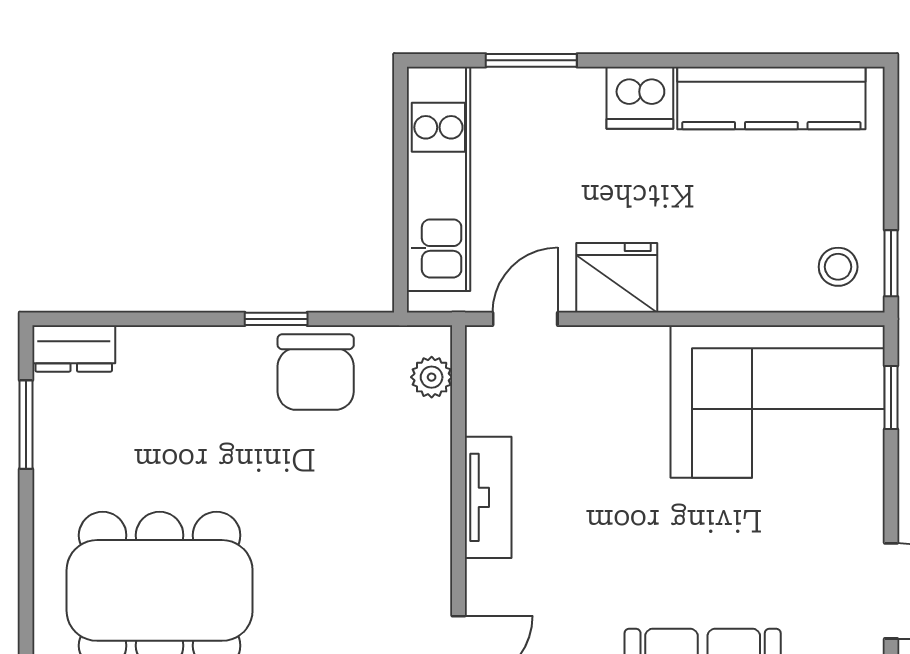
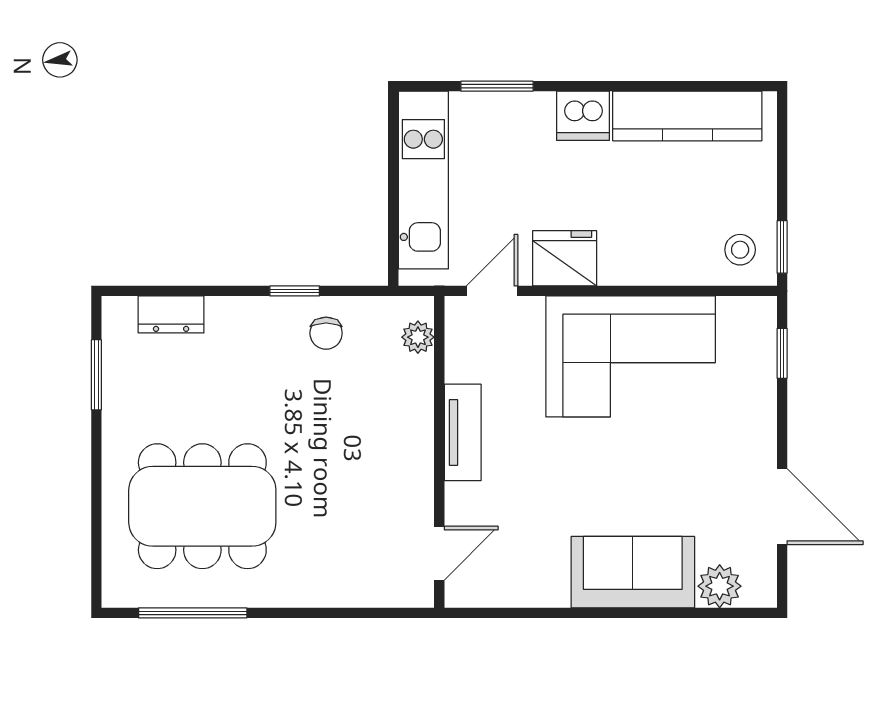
dresser: (74, 348) -> (171, 314), moved
chair: (316, 372) -> (326, 333), width x0.54, depth x0.54
corner sofa: (778, 402) -> (631, 356), moved

